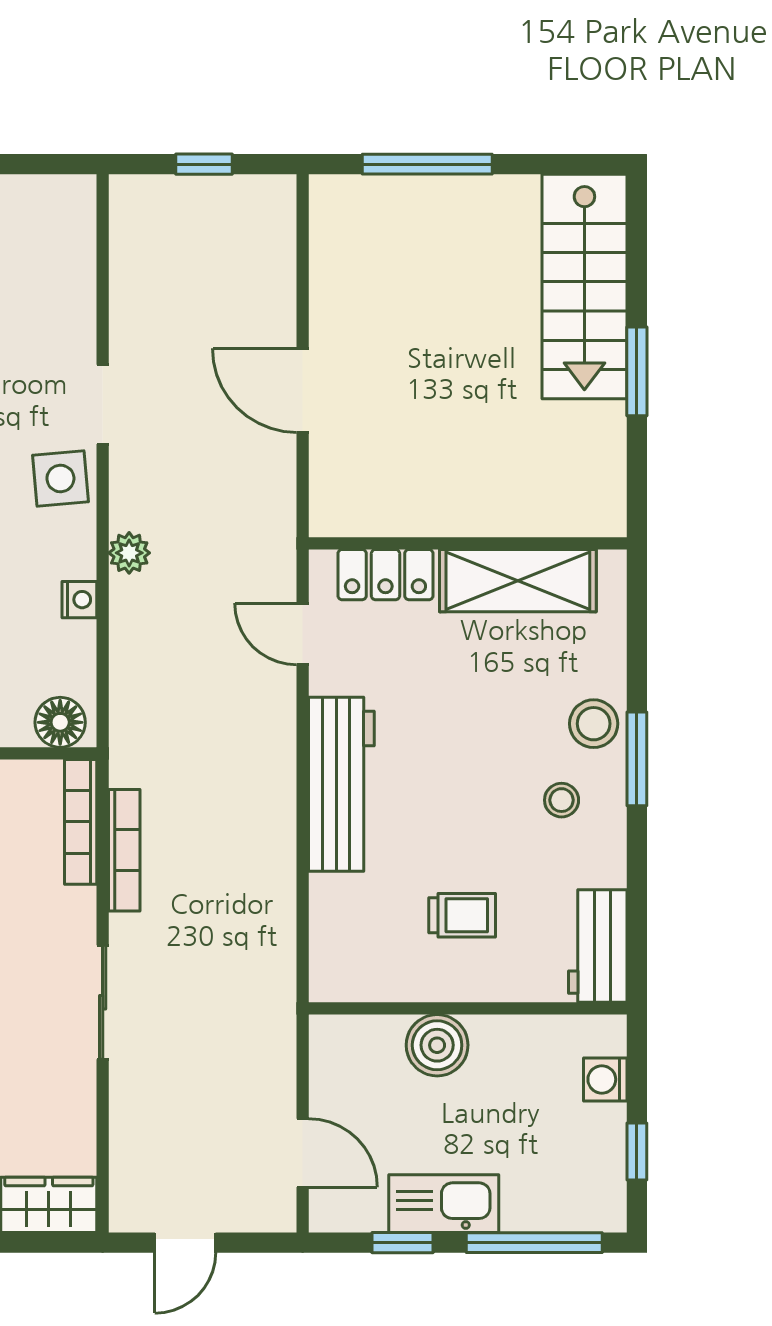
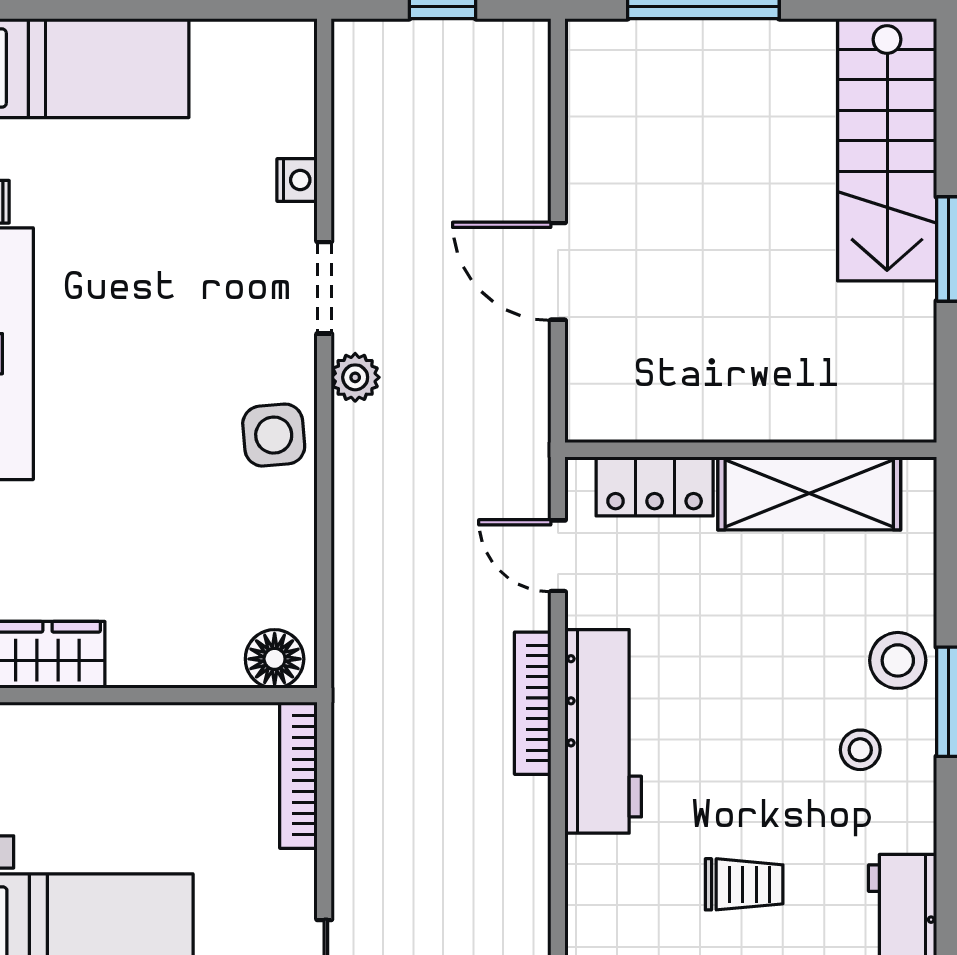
side table: (60, 478) -> (274, 435), moved
plant: (129, 553) -> (355, 377), moved
nightstand: (79, 600) -> (297, 180), moved
bookcase: (124, 850) -> (533, 703), moved, turned 180

